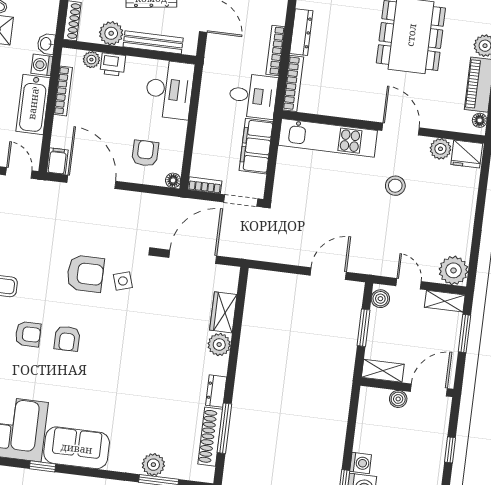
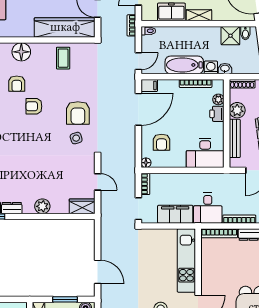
armchair: (145, 153) -> (162, 142), turned 90
door: (193, 257) -> (98, 182), width x0.53
wardrobe: (223, 312) -> (82, 206), moved
armchair: (28, 334) -> (17, 84), moved

